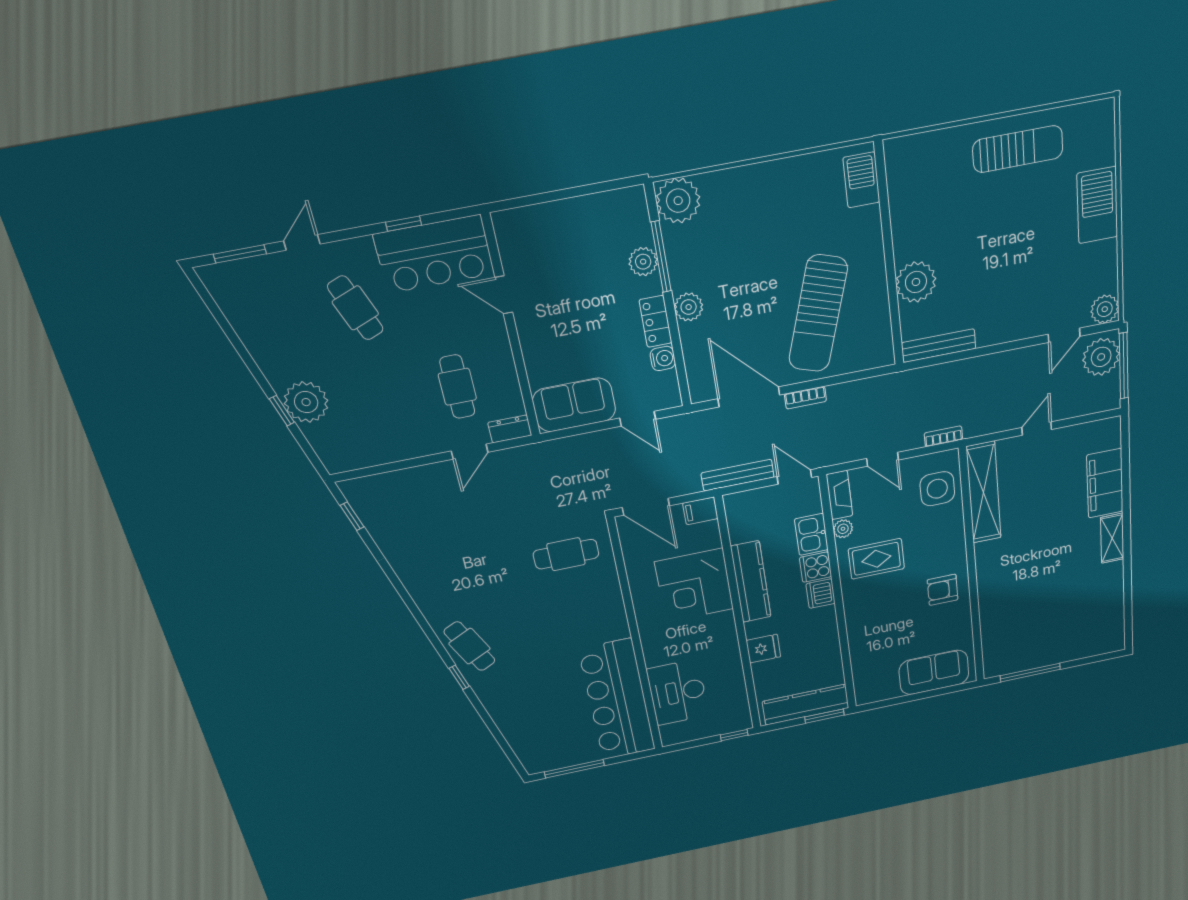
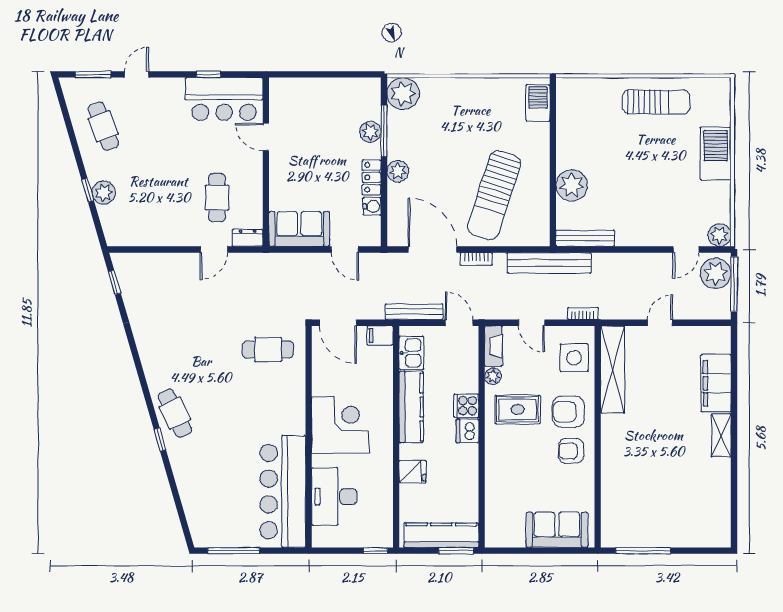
cafe table: (355, 308) -> (103, 126), moved
bench: (897, 385) -> (549, 263), added
plant: (306, 402) -> (104, 193), width x0.73, depth x0.73
kitchen sink: (811, 534) -> (411, 353), moved, turned 180
armchair: (936, 549) -> (568, 412), added
corner desk: (694, 585) -> (340, 425), moved, turned 180

